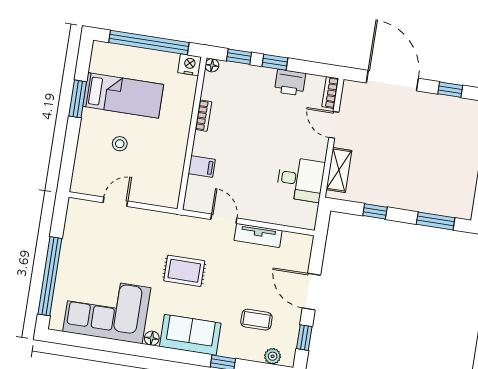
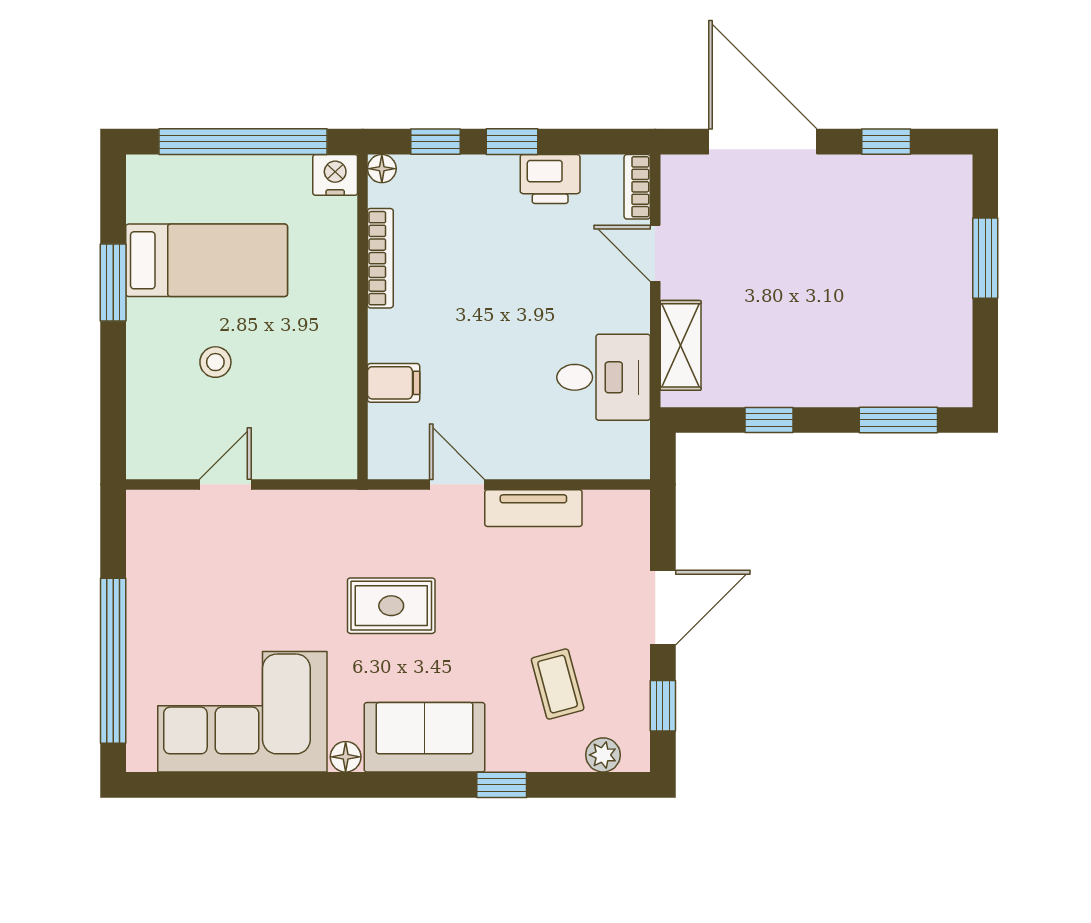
bookcase: (203, 116) -> (380, 258), width x1.56
door: (311, 292) -> (663, 608), swing flipped
coffee table: (256, 320) -> (558, 684), turned 75

